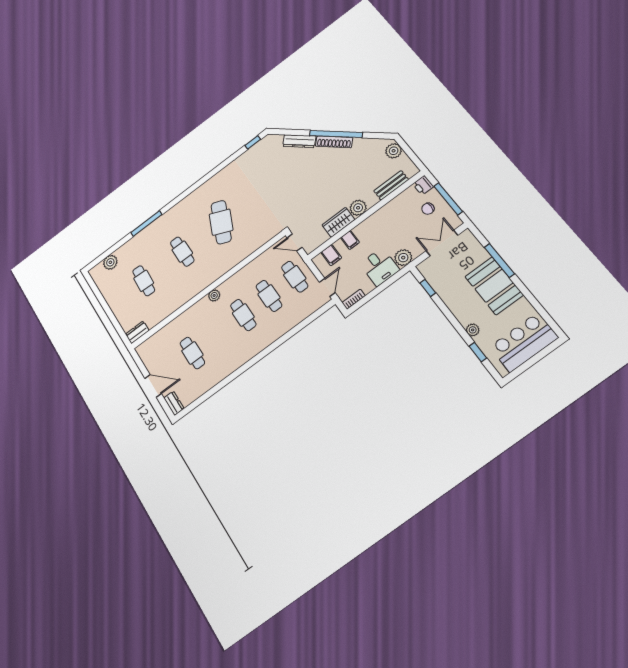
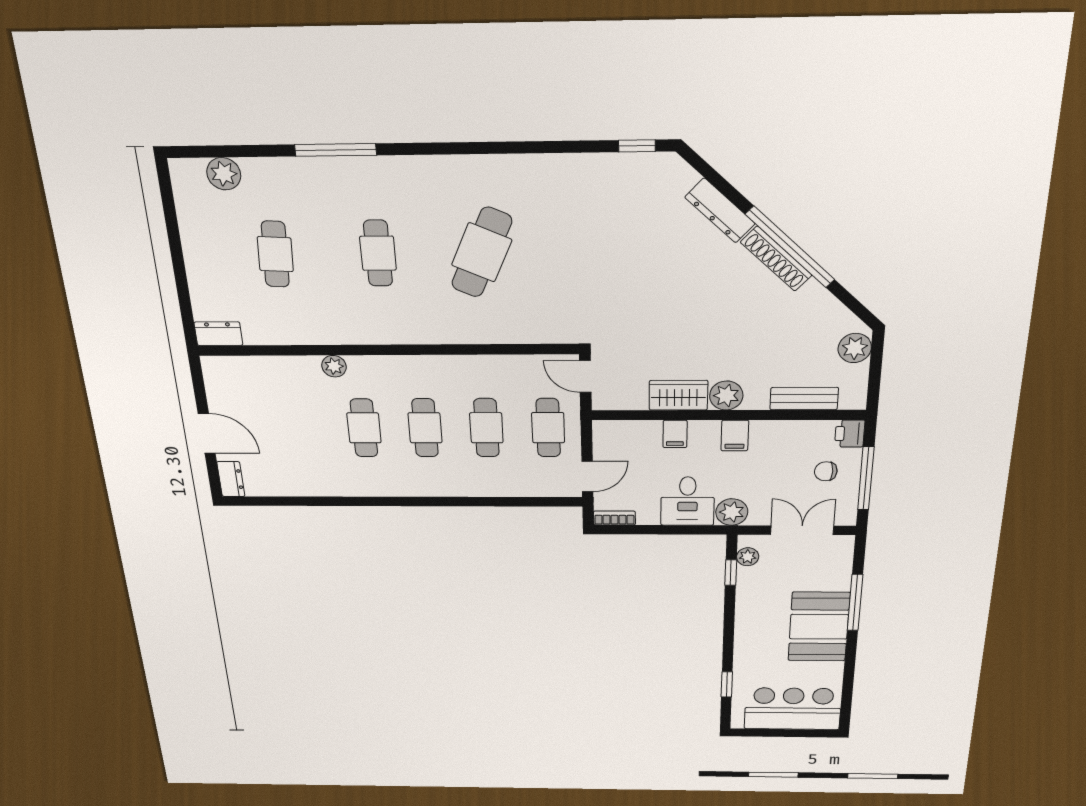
filing cabinet: (331, 255) -> (735, 436), moved
plant: (214, 295) -> (334, 366), moved
plant: (473, 330) -> (748, 557), moved
cafe table: (192, 353) -> (364, 428), moved

